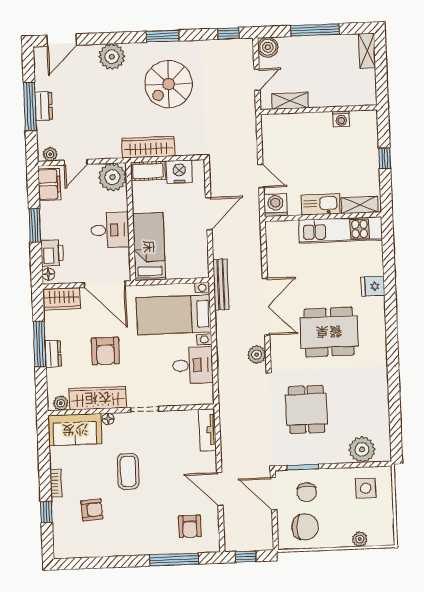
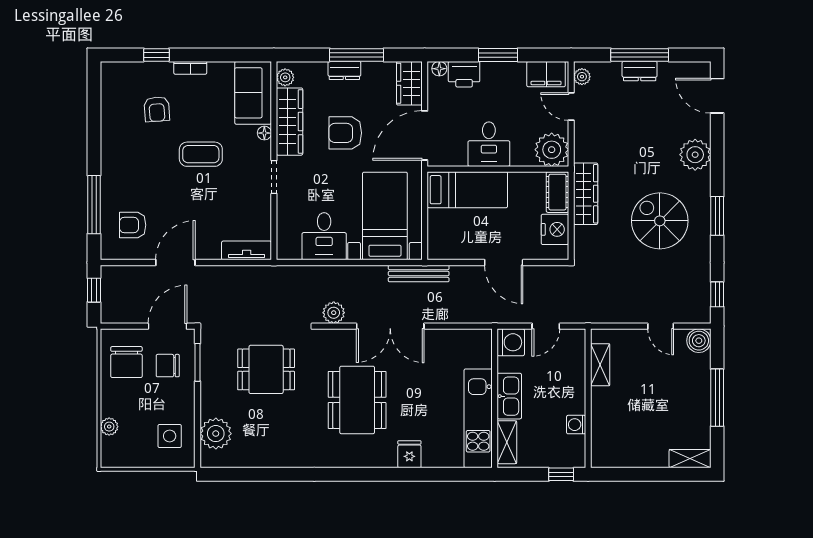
shelving: (290, 101) -> (600, 365), moved
wall: (319, 110) -> (588, 398), moved
washing machine: (341, 119) -> (576, 425), moved

